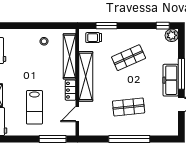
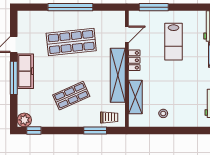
shelving: (69, 56) -> (135, 97), width x0.68
lab bench: (34, 107) -> (174, 42), turned 180
shop shelf: (129, 107) -> (71, 42), width x1.43, depth x1.36

